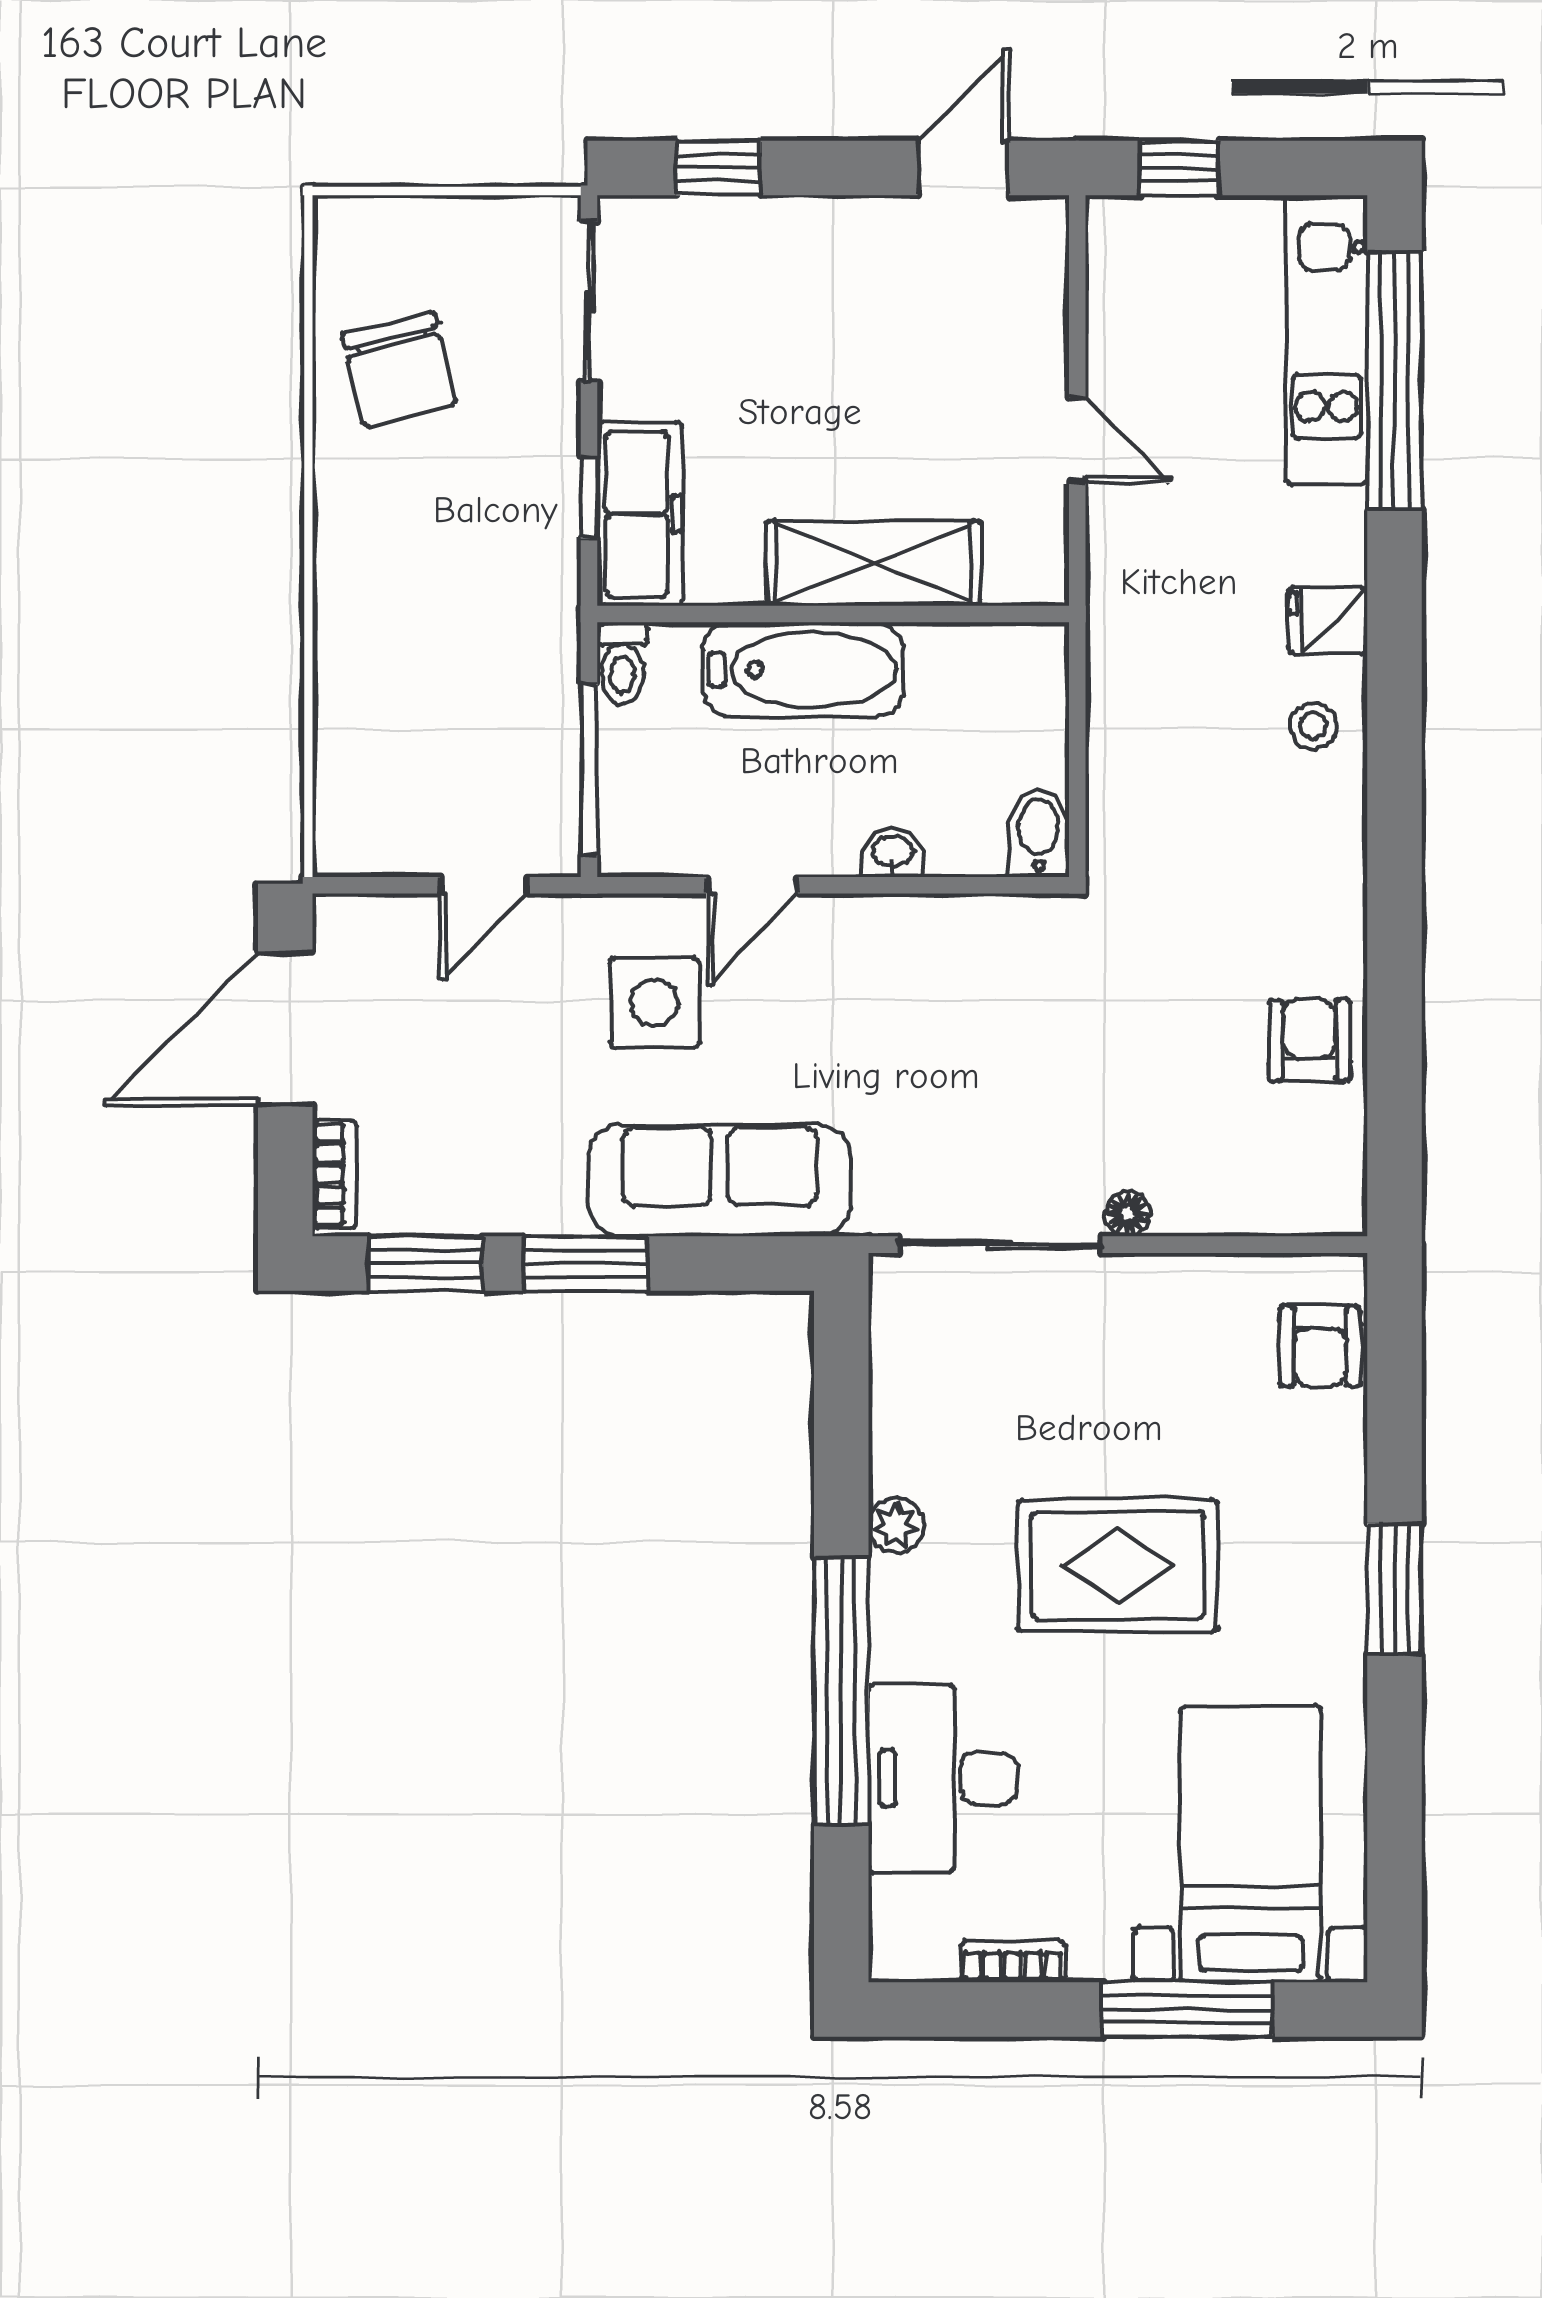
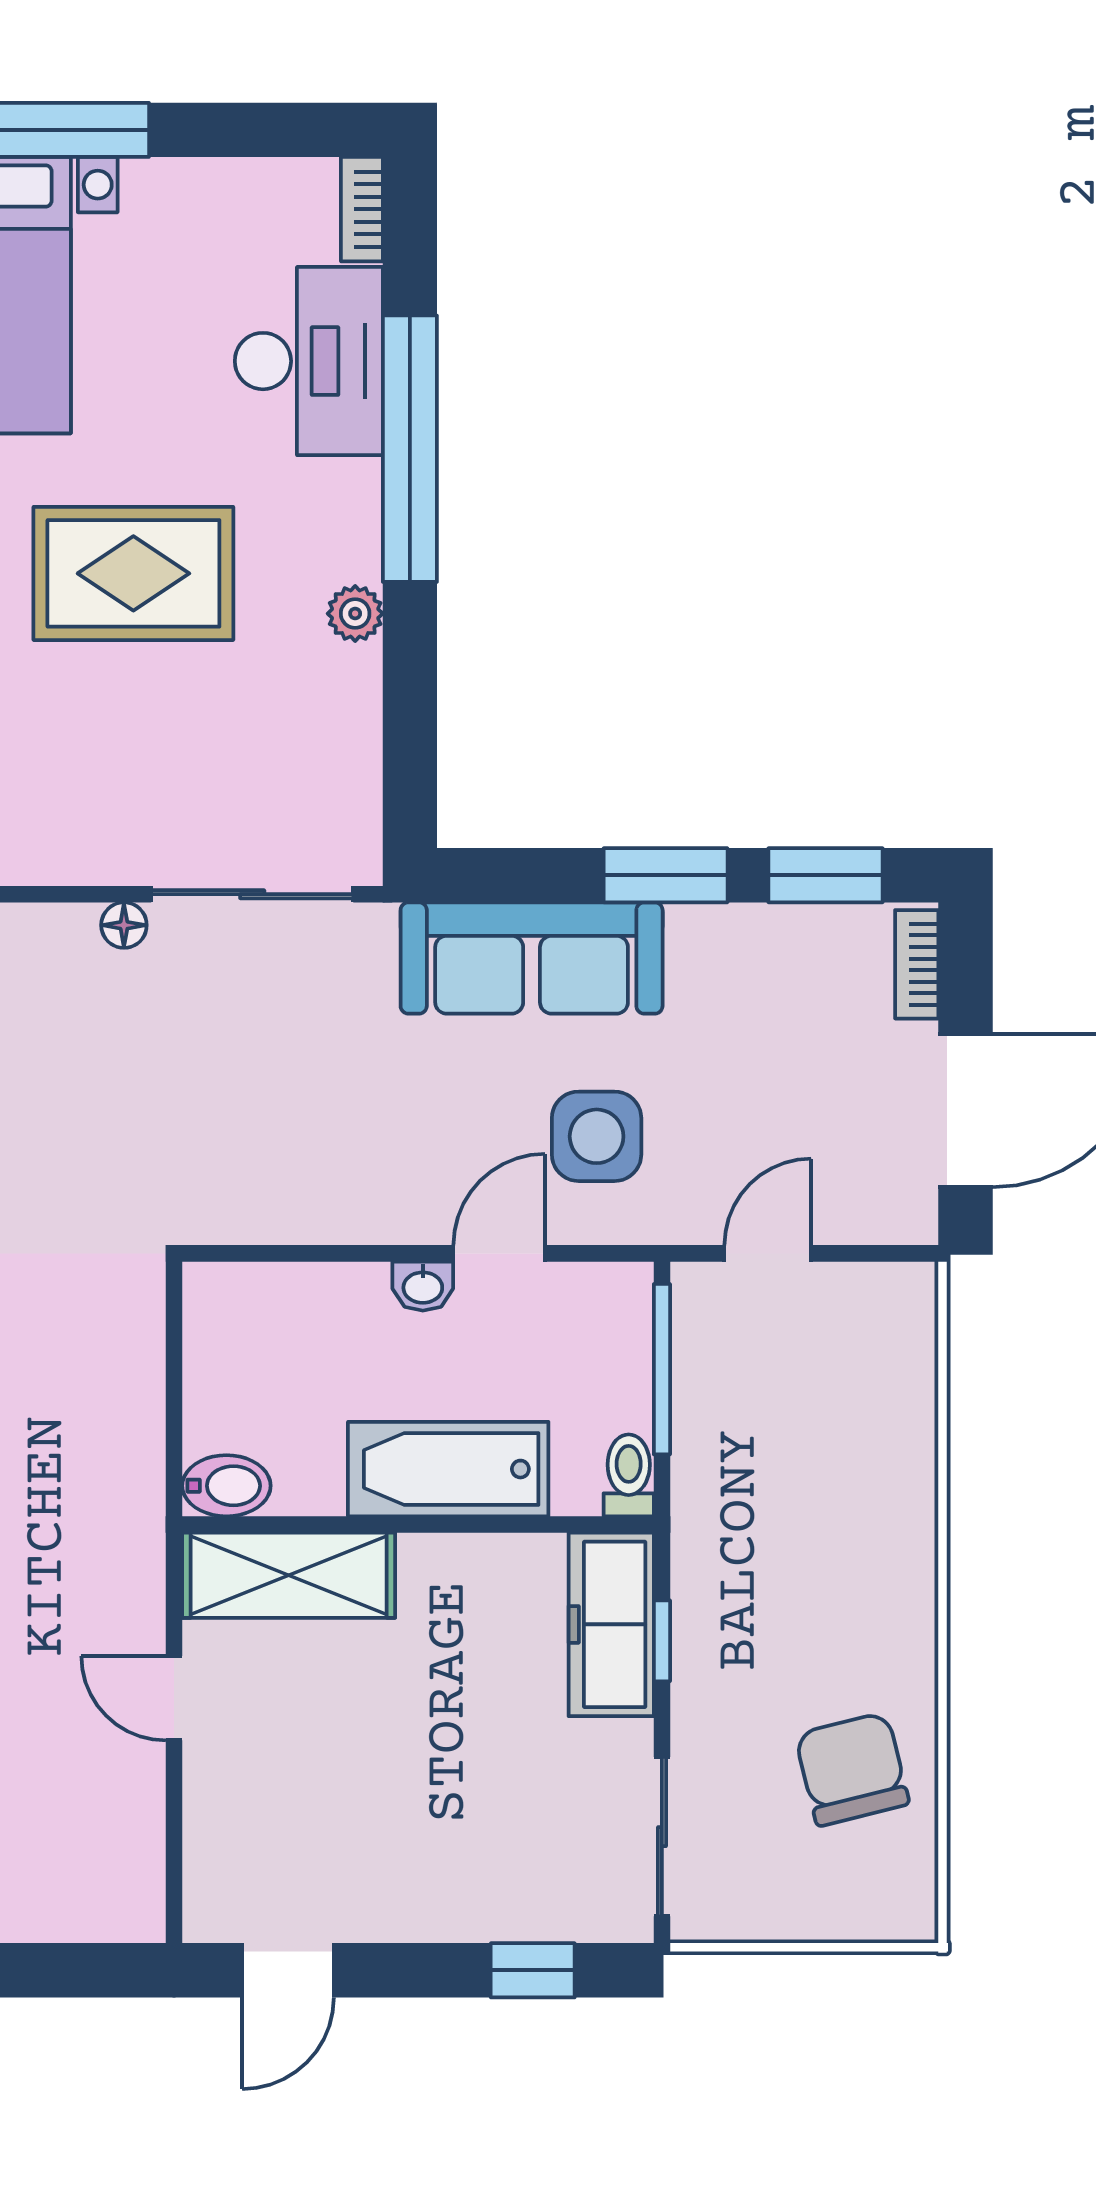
window: (1179, 168) -> (72, 1970), removed
shelving: (874, 563) -> (289, 1575), moved
bidet: (1038, 833) -> (226, 1486), moved, turned -90
washbasin: (893, 853) -> (423, 1286), moved
bookcase: (1013, 1961) -> (362, 209), moved, turned 90

